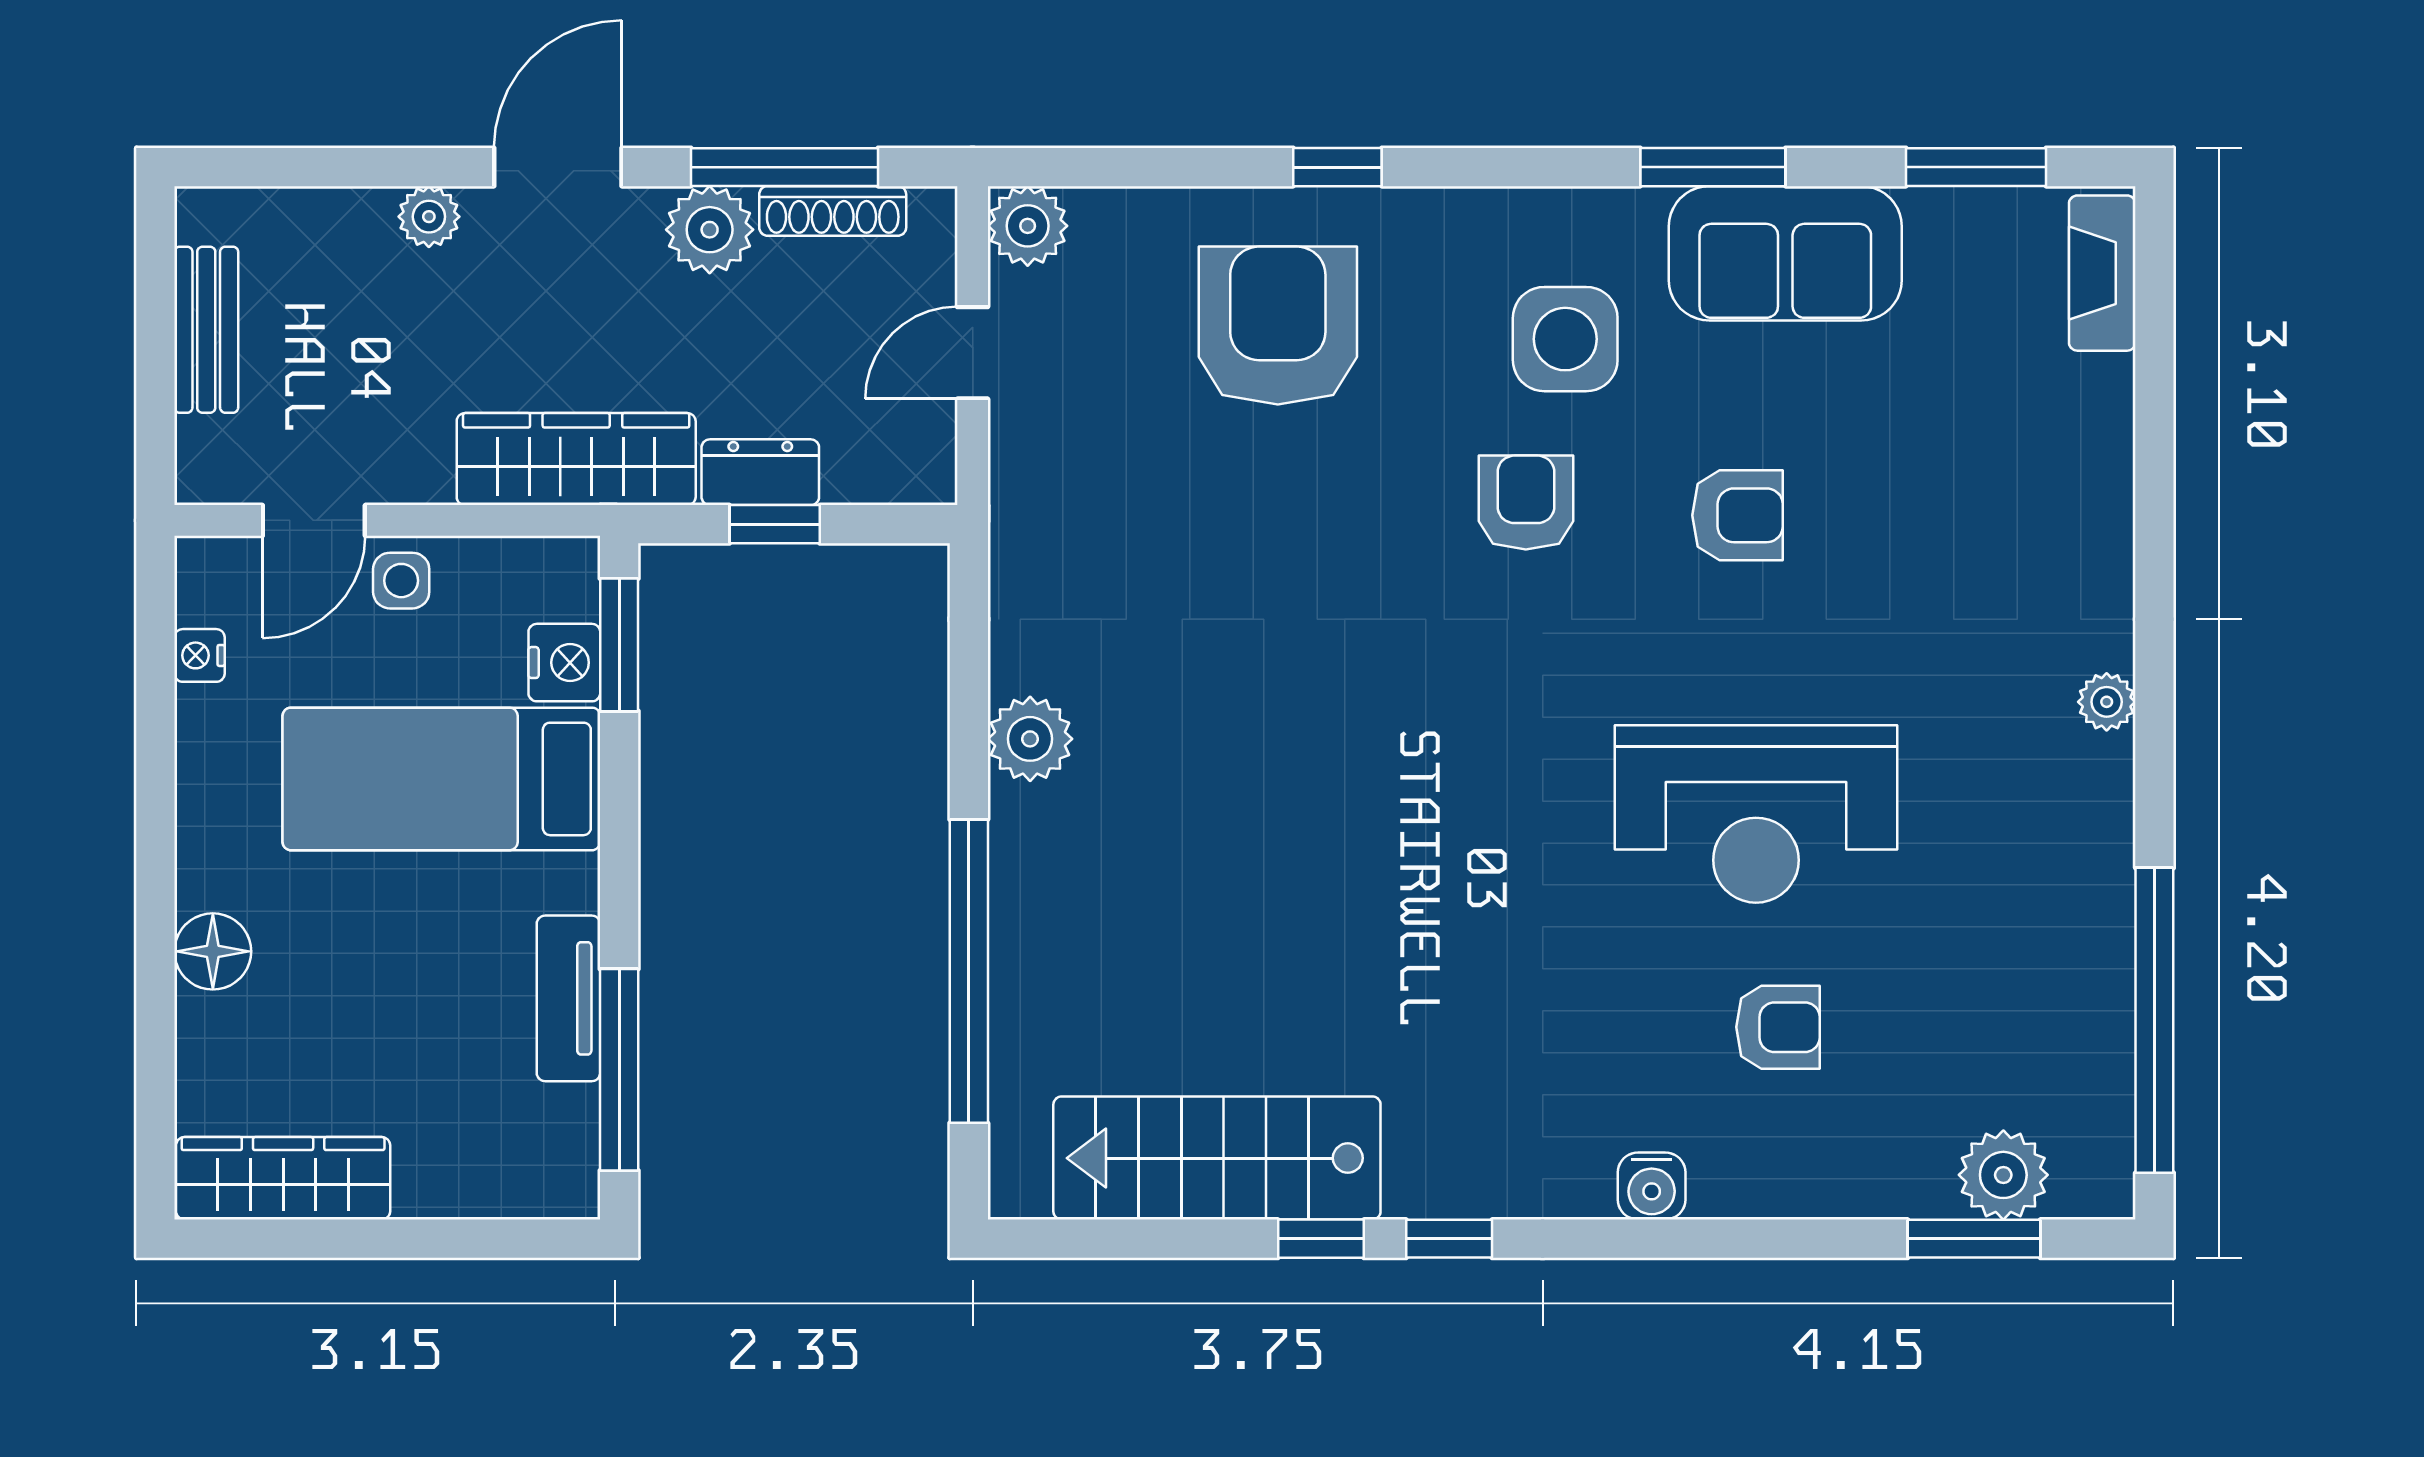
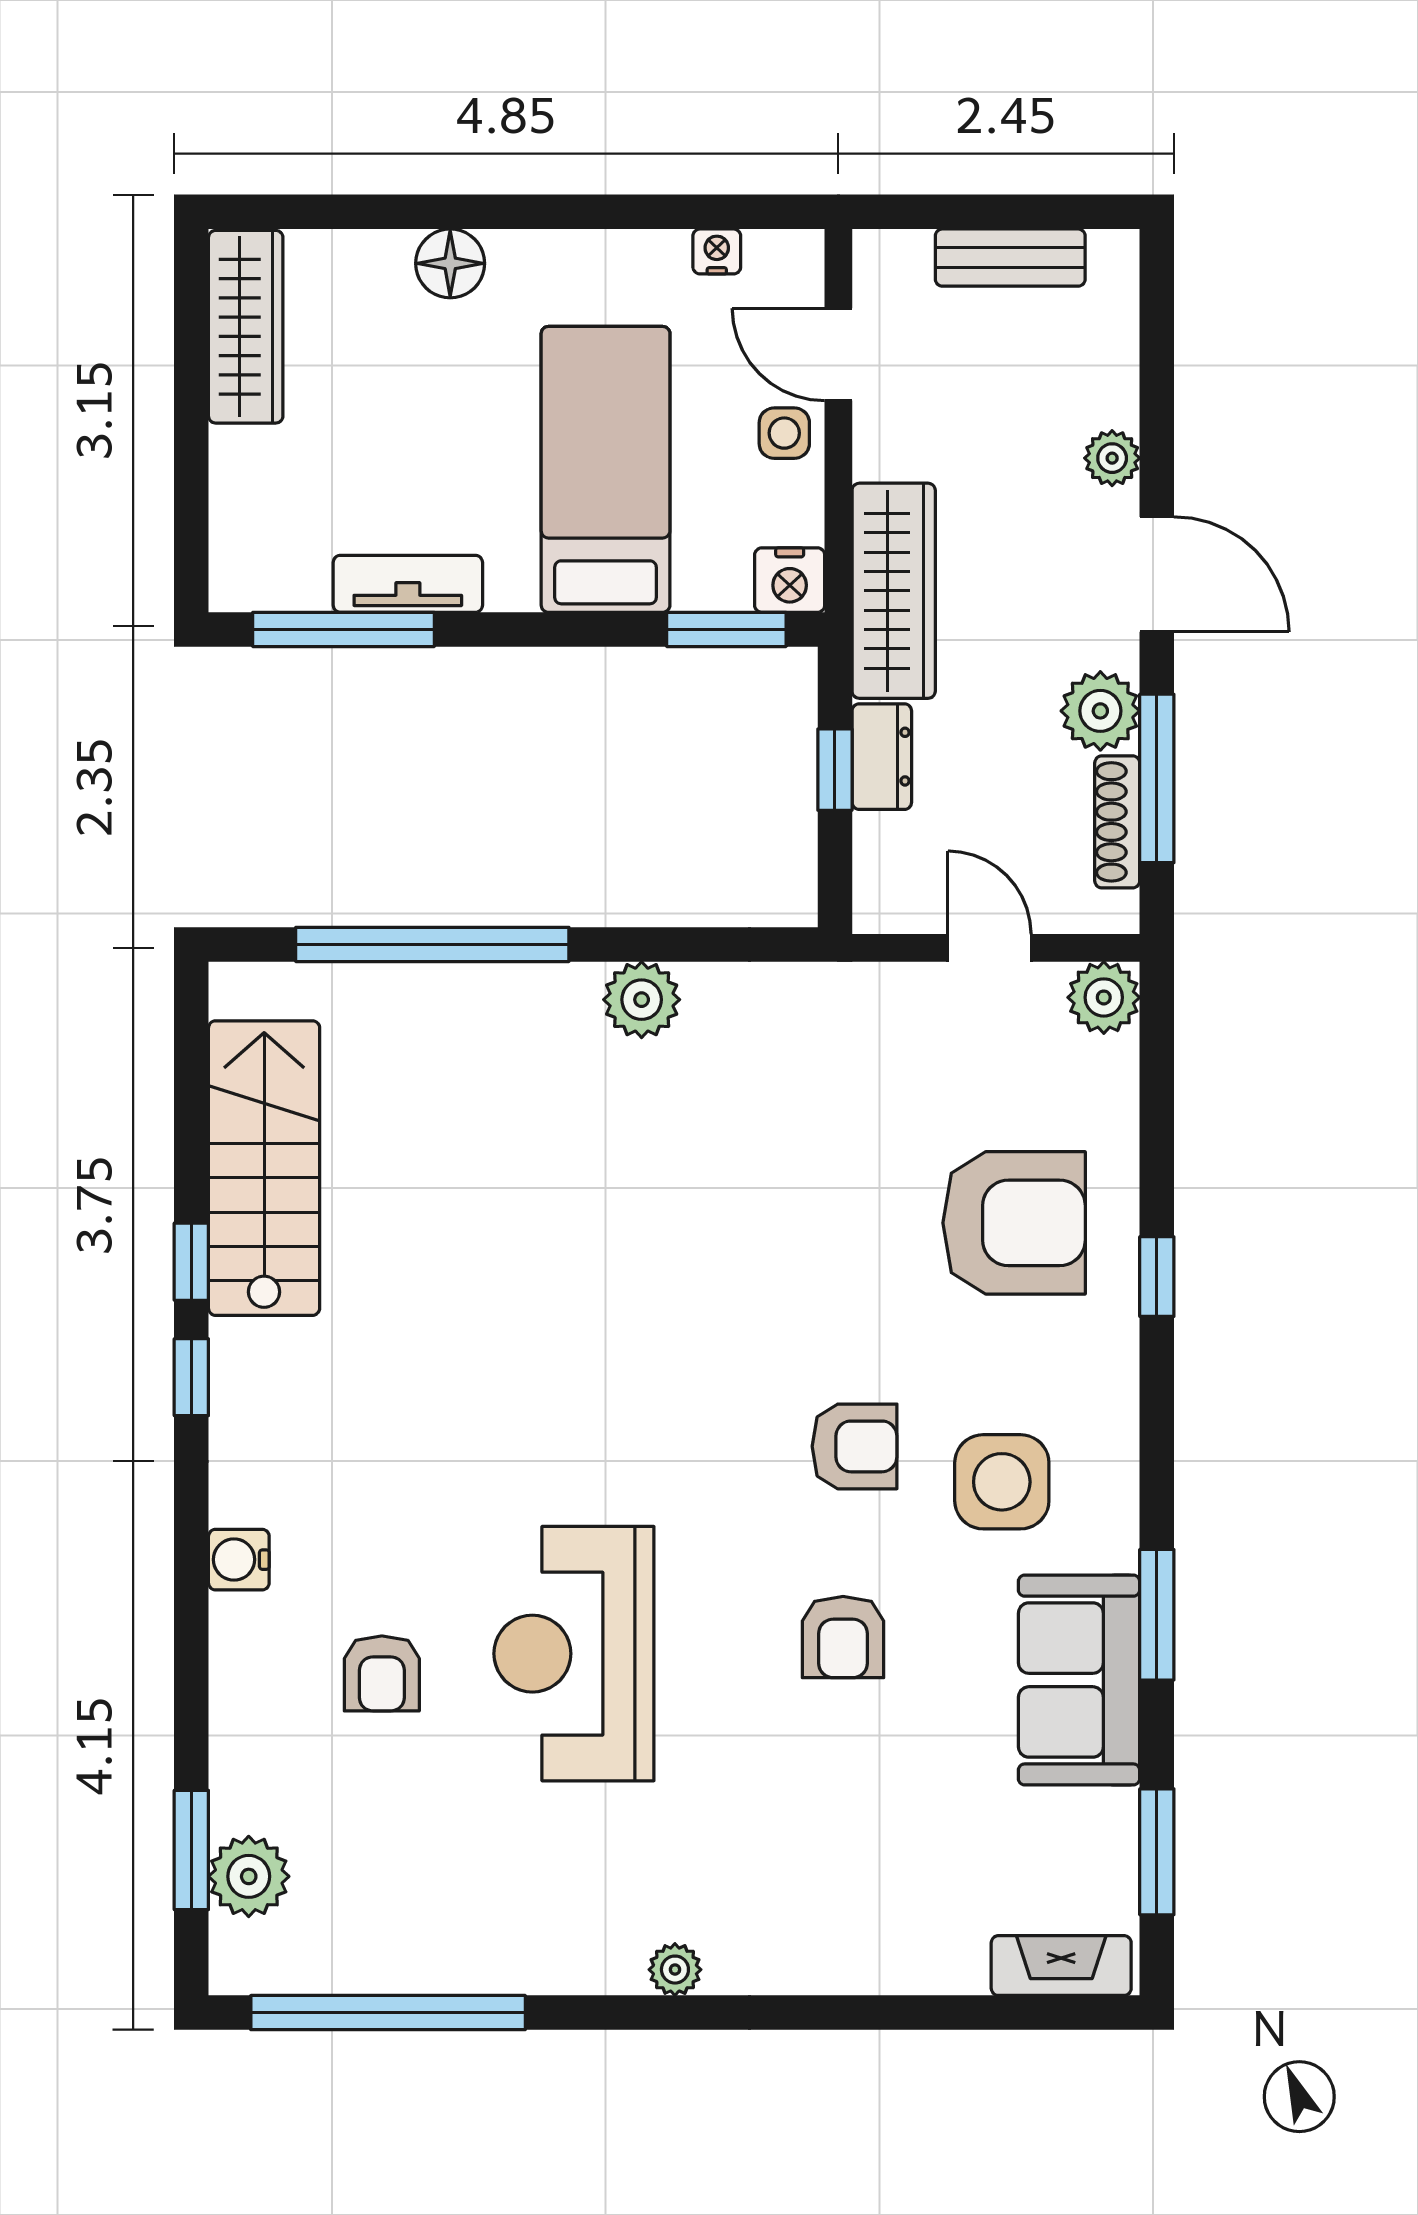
nightstand: (564, 663) -> (790, 580), moved

